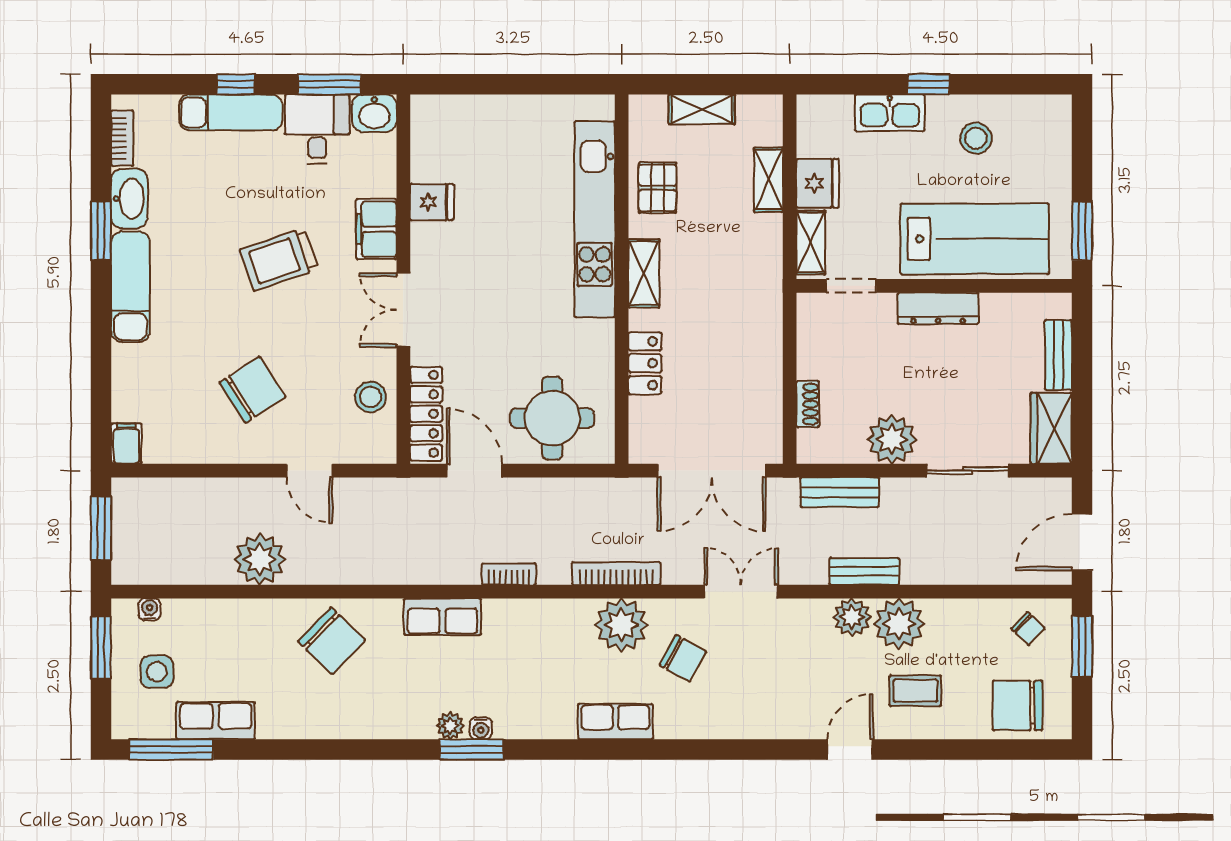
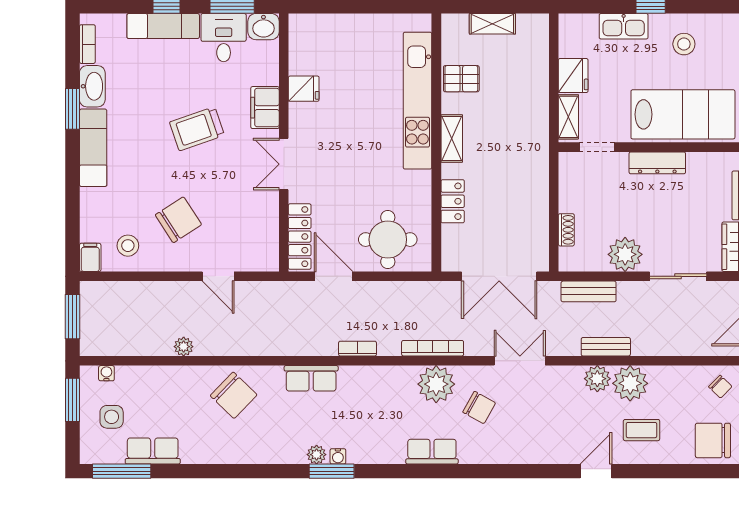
shelving: (768, 180) -> (539, 73), removed
pallet: (657, 188) -> (461, 79), turned 90
stool: (371, 397) -> (128, 246), moved
plant: (260, 559) -> (184, 347), width x0.53, depth x0.53

